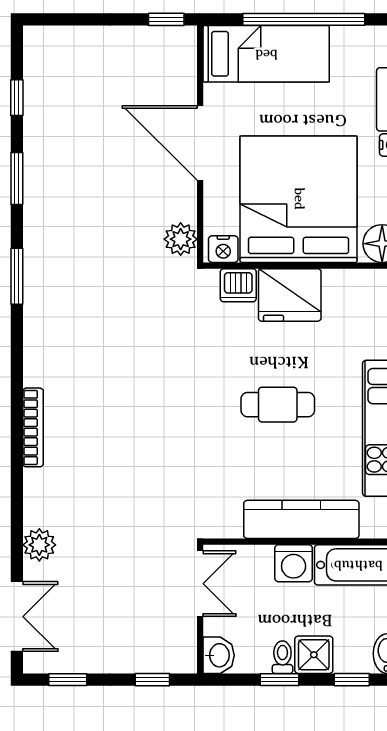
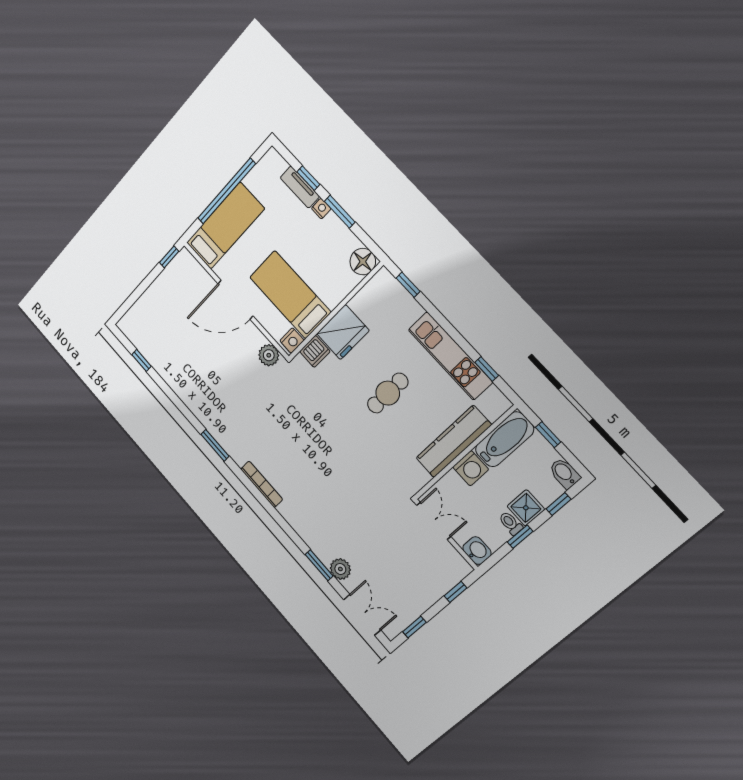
window: (17, 178) -> (319, 565), moved
bed: (299, 199) -> (290, 295), width x0.49
bookcase: (33, 427) -> (262, 484), moved

